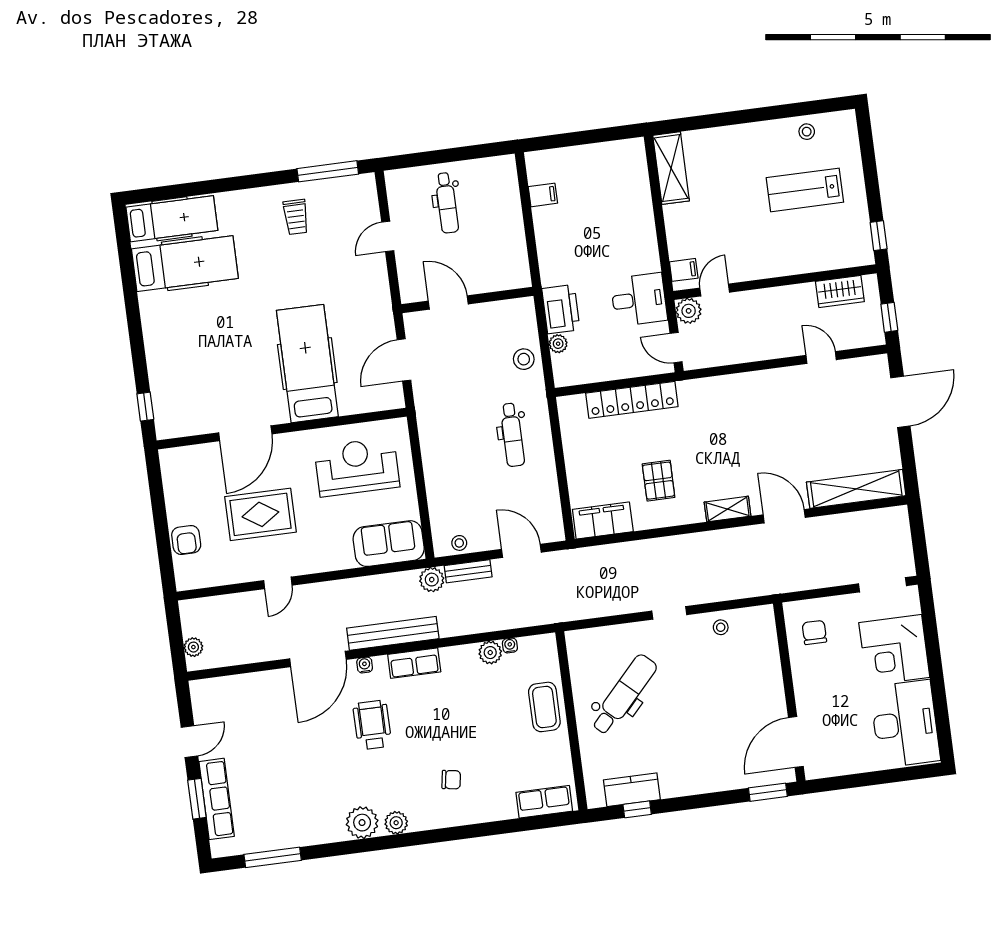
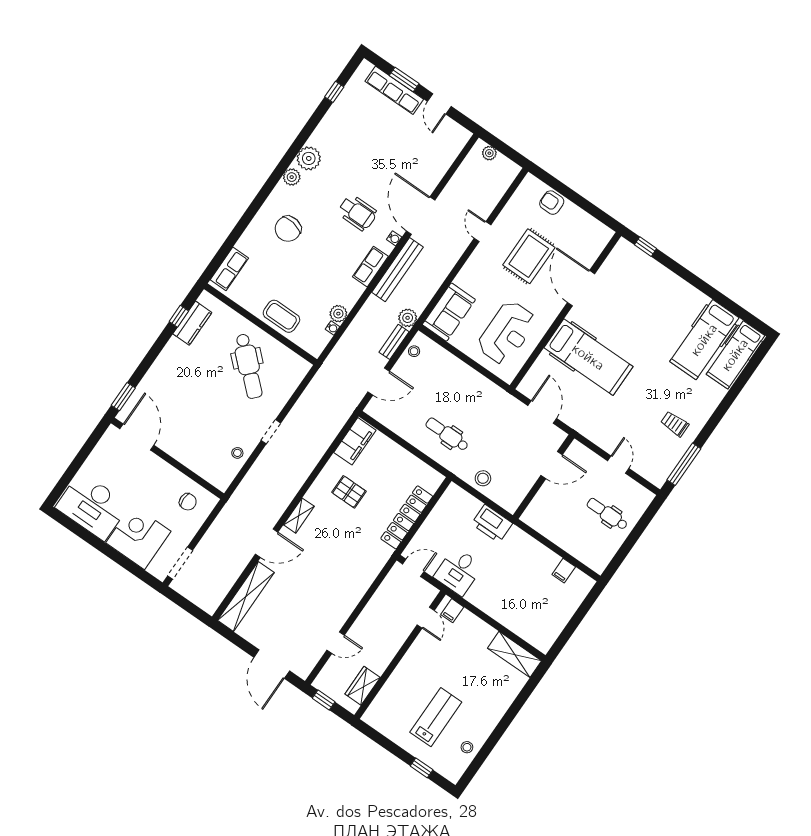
window: (879, 236) -> (422, 768), moved
plant: (689, 311) -> (427, 593), removed
plant: (558, 344) -> (474, 505), removed
chair: (451, 780) -> (288, 229), width x1.87, depth x1.87
window: (273, 857) -> (334, 92), width x0.46

